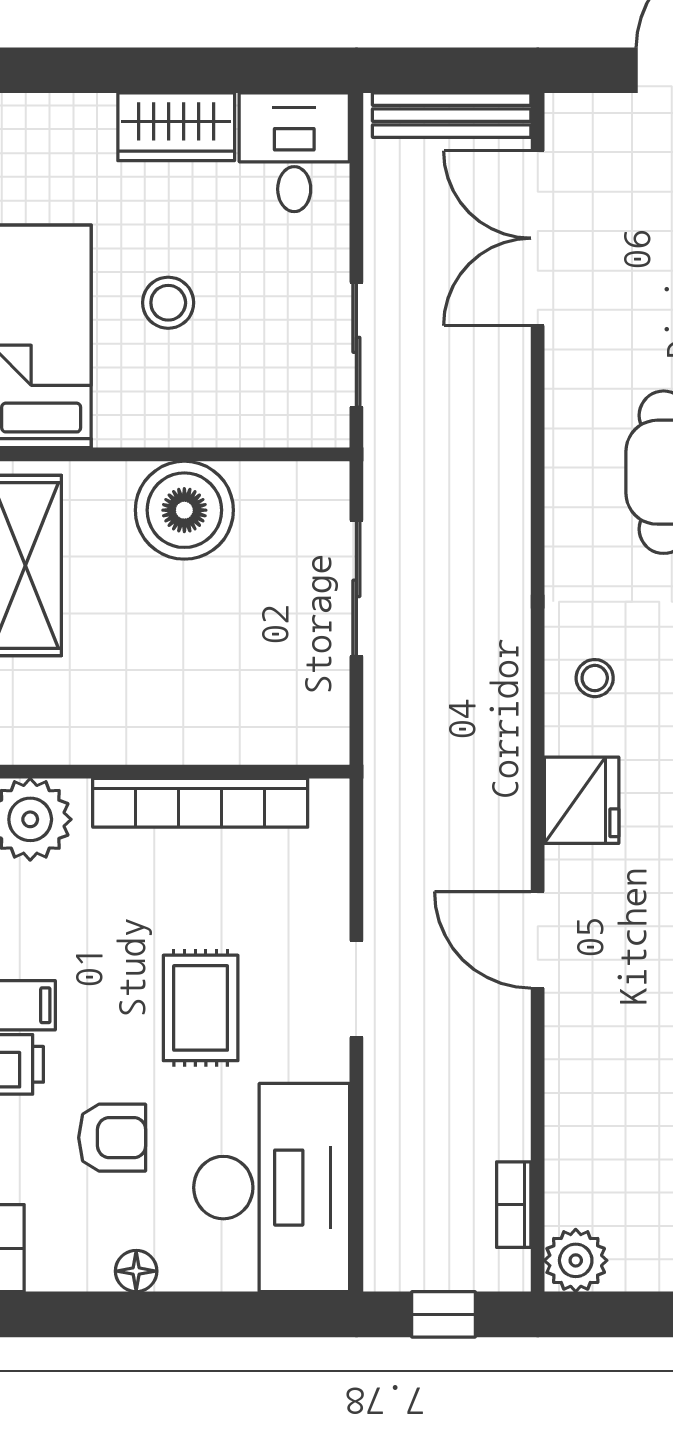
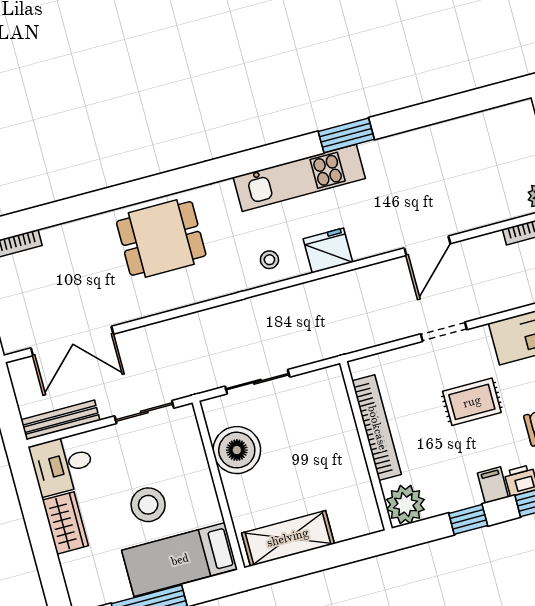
bench: (452, 115) -> (60, 420), moved, turned 90
stool: (168, 303) -> (148, 505), width x1.38, depth x1.38
boiler: (184, 510) -> (237, 450), moved
door: (538, 940) -> (427, 246), moved

